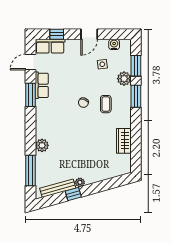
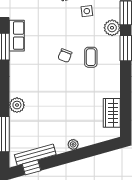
wardrobe: (124, 141) -> (112, 113), moved
plant: (80, 182) -> (73, 144), moved
window: (73, 194) -> (32, 167), moved

